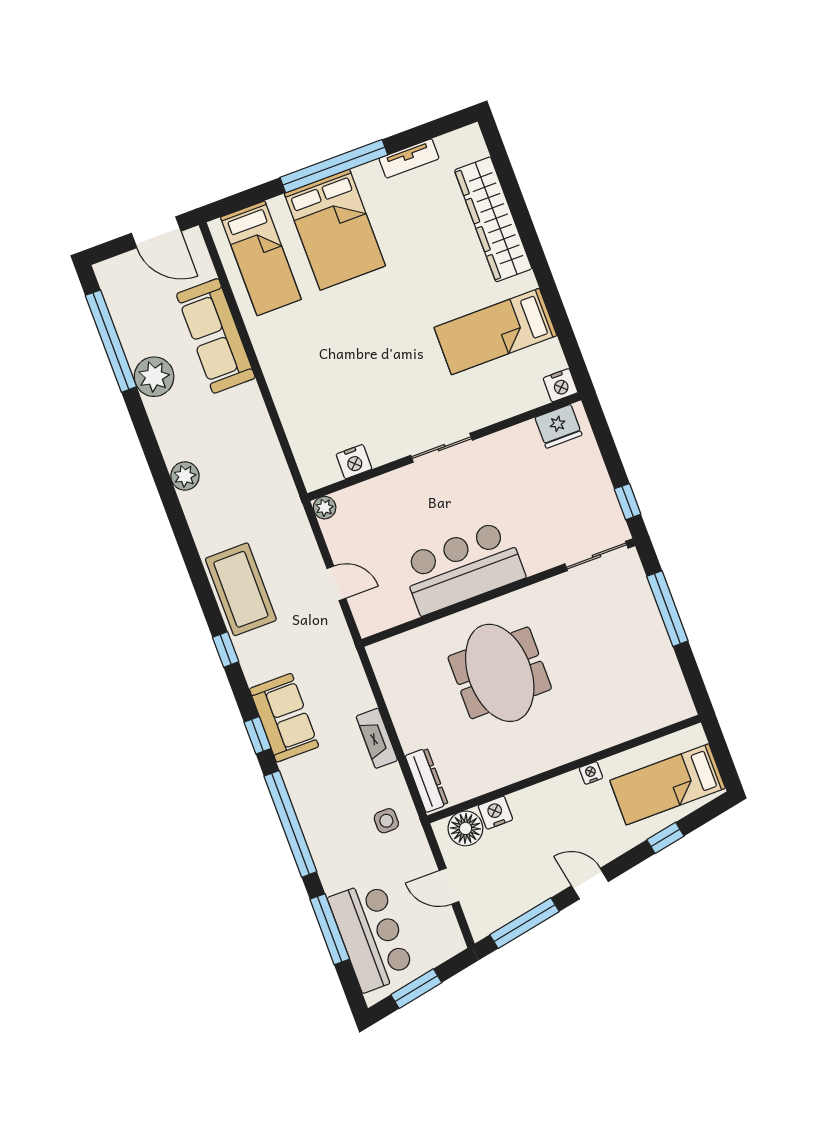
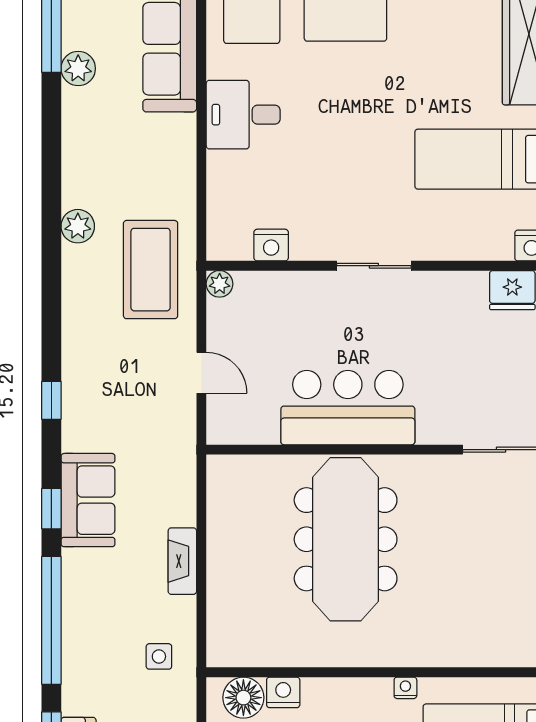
desk: (293, 366) -> (243, 115), added
plant: (154, 377) -> (78, 68), width x0.73, depth x0.73
plant: (185, 476) -> (78, 226), moved
coffee table: (241, 589) -> (151, 270), moved
meeting table: (500, 673) -> (346, 539), width x1.36
dresser: (427, 780) -> (220, 628), removed

